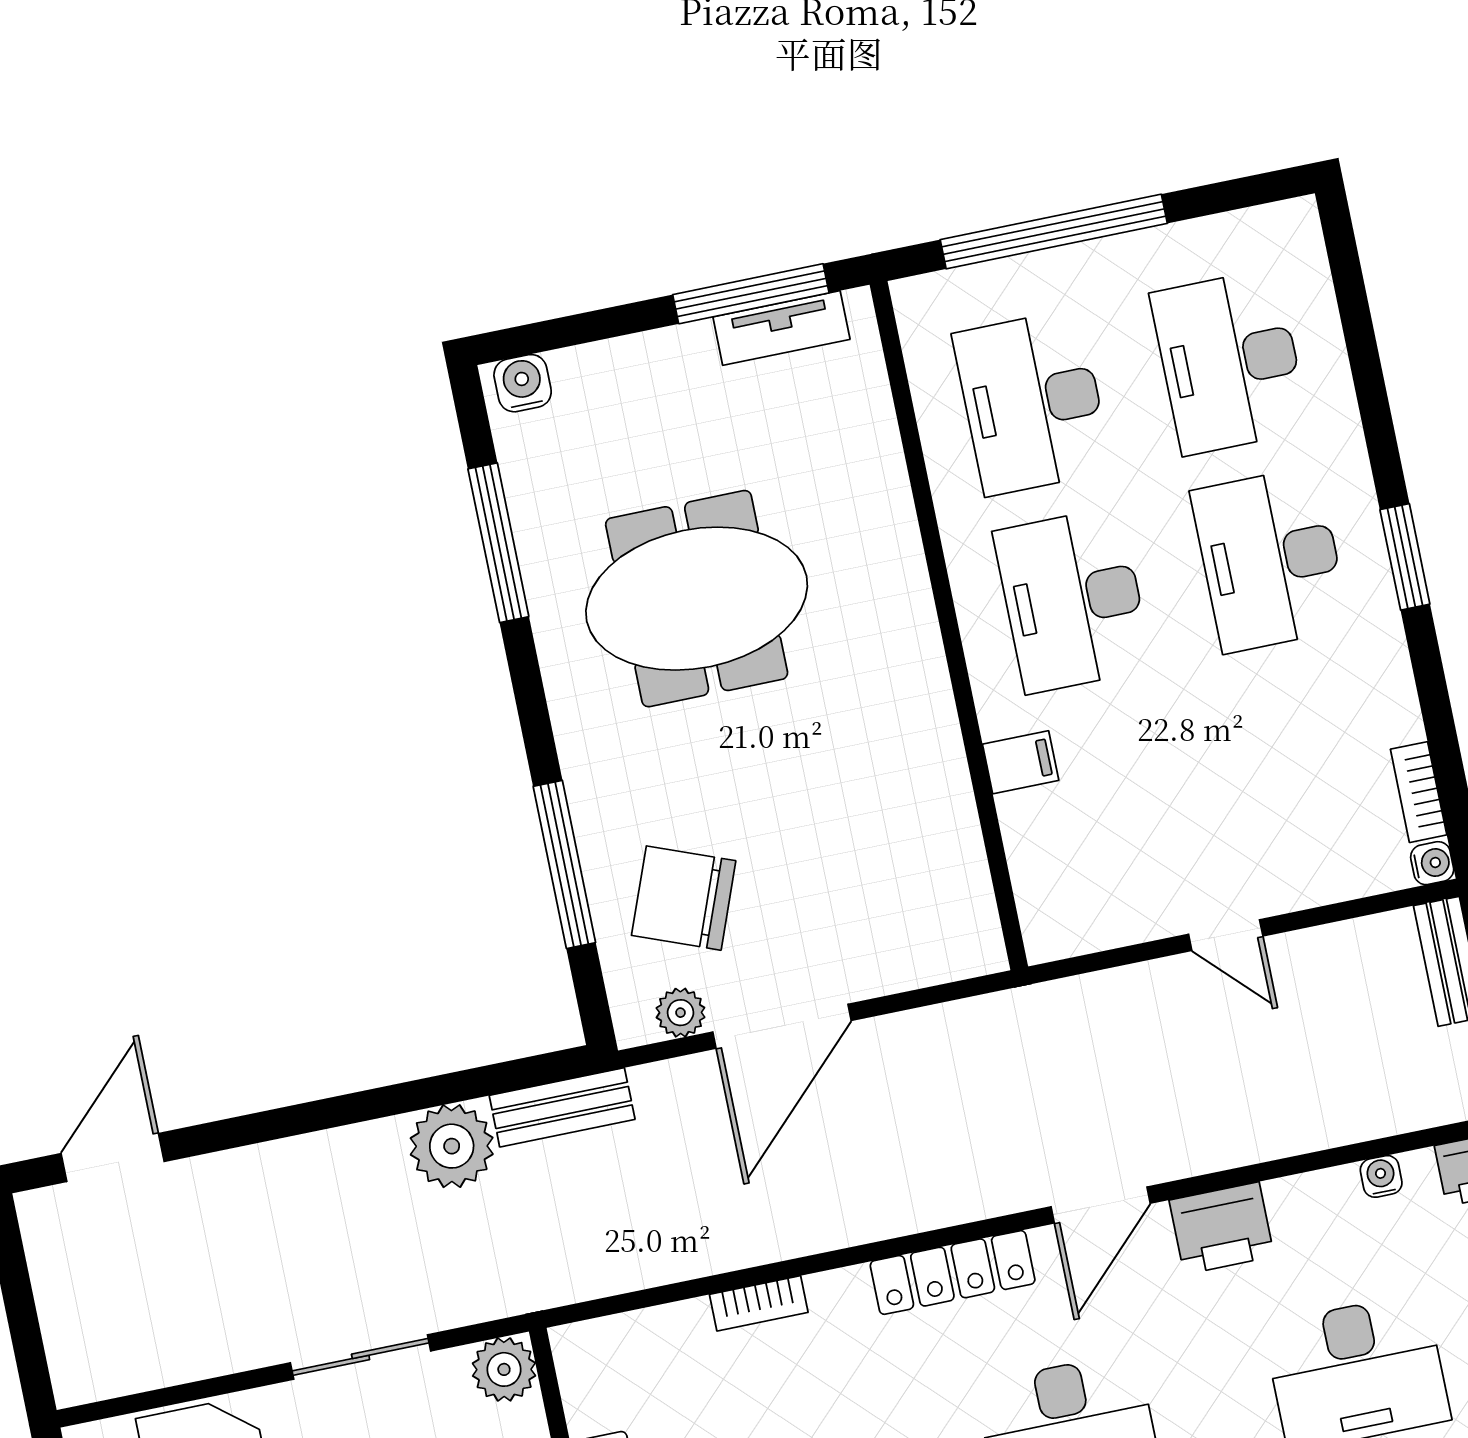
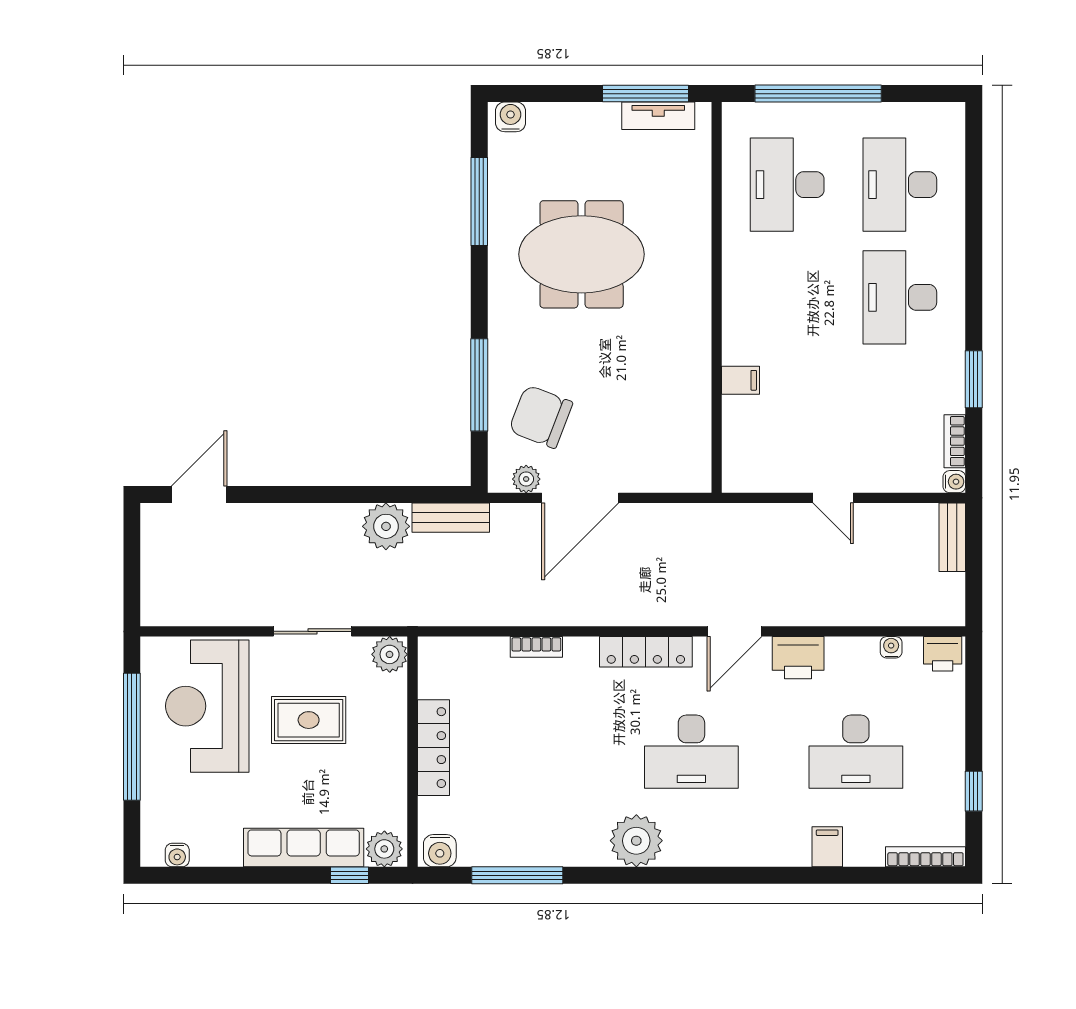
window: (1405, 557) -> (974, 379), moved
desk: (1073, 600) -> (787, 297), removed

